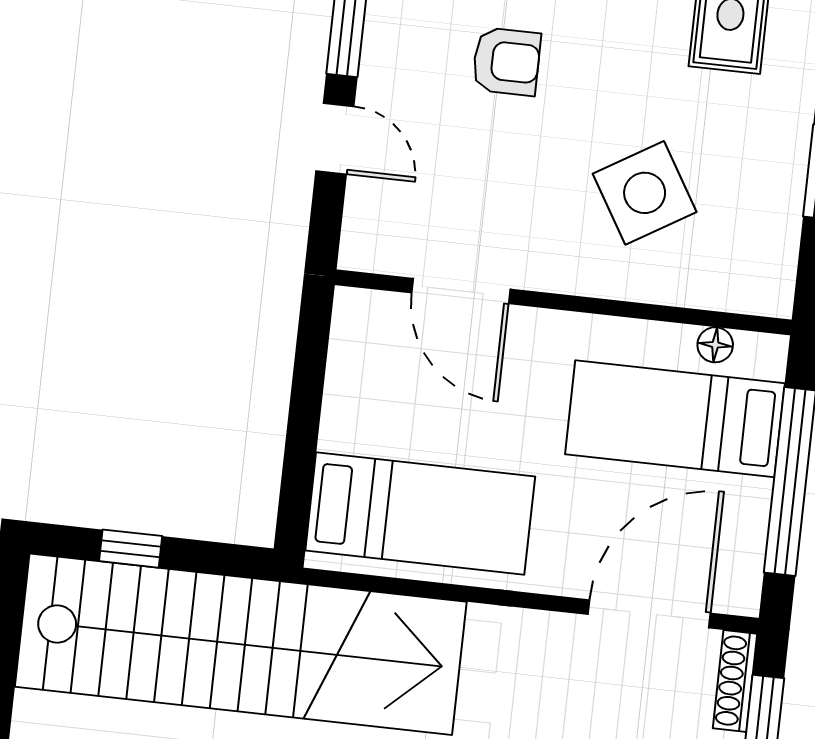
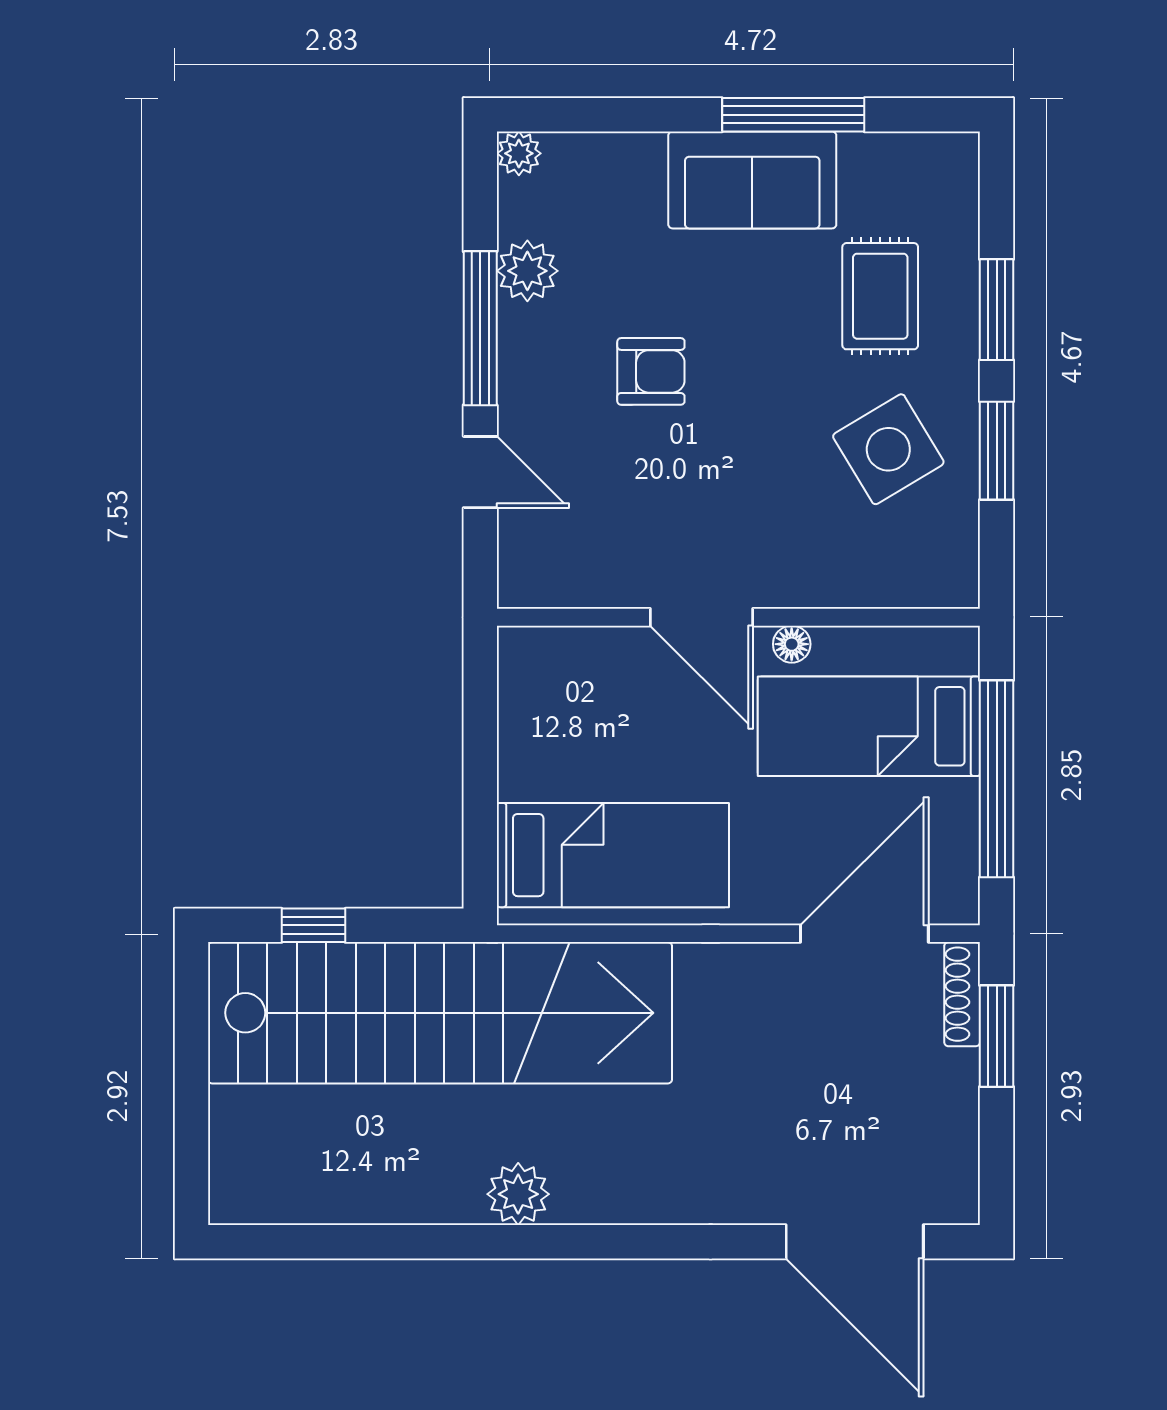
side table: (645, 193) -> (888, 449), moved
door: (461, 291) -> (701, 617), moved
floor lamp: (715, 345) -> (792, 644), moved

